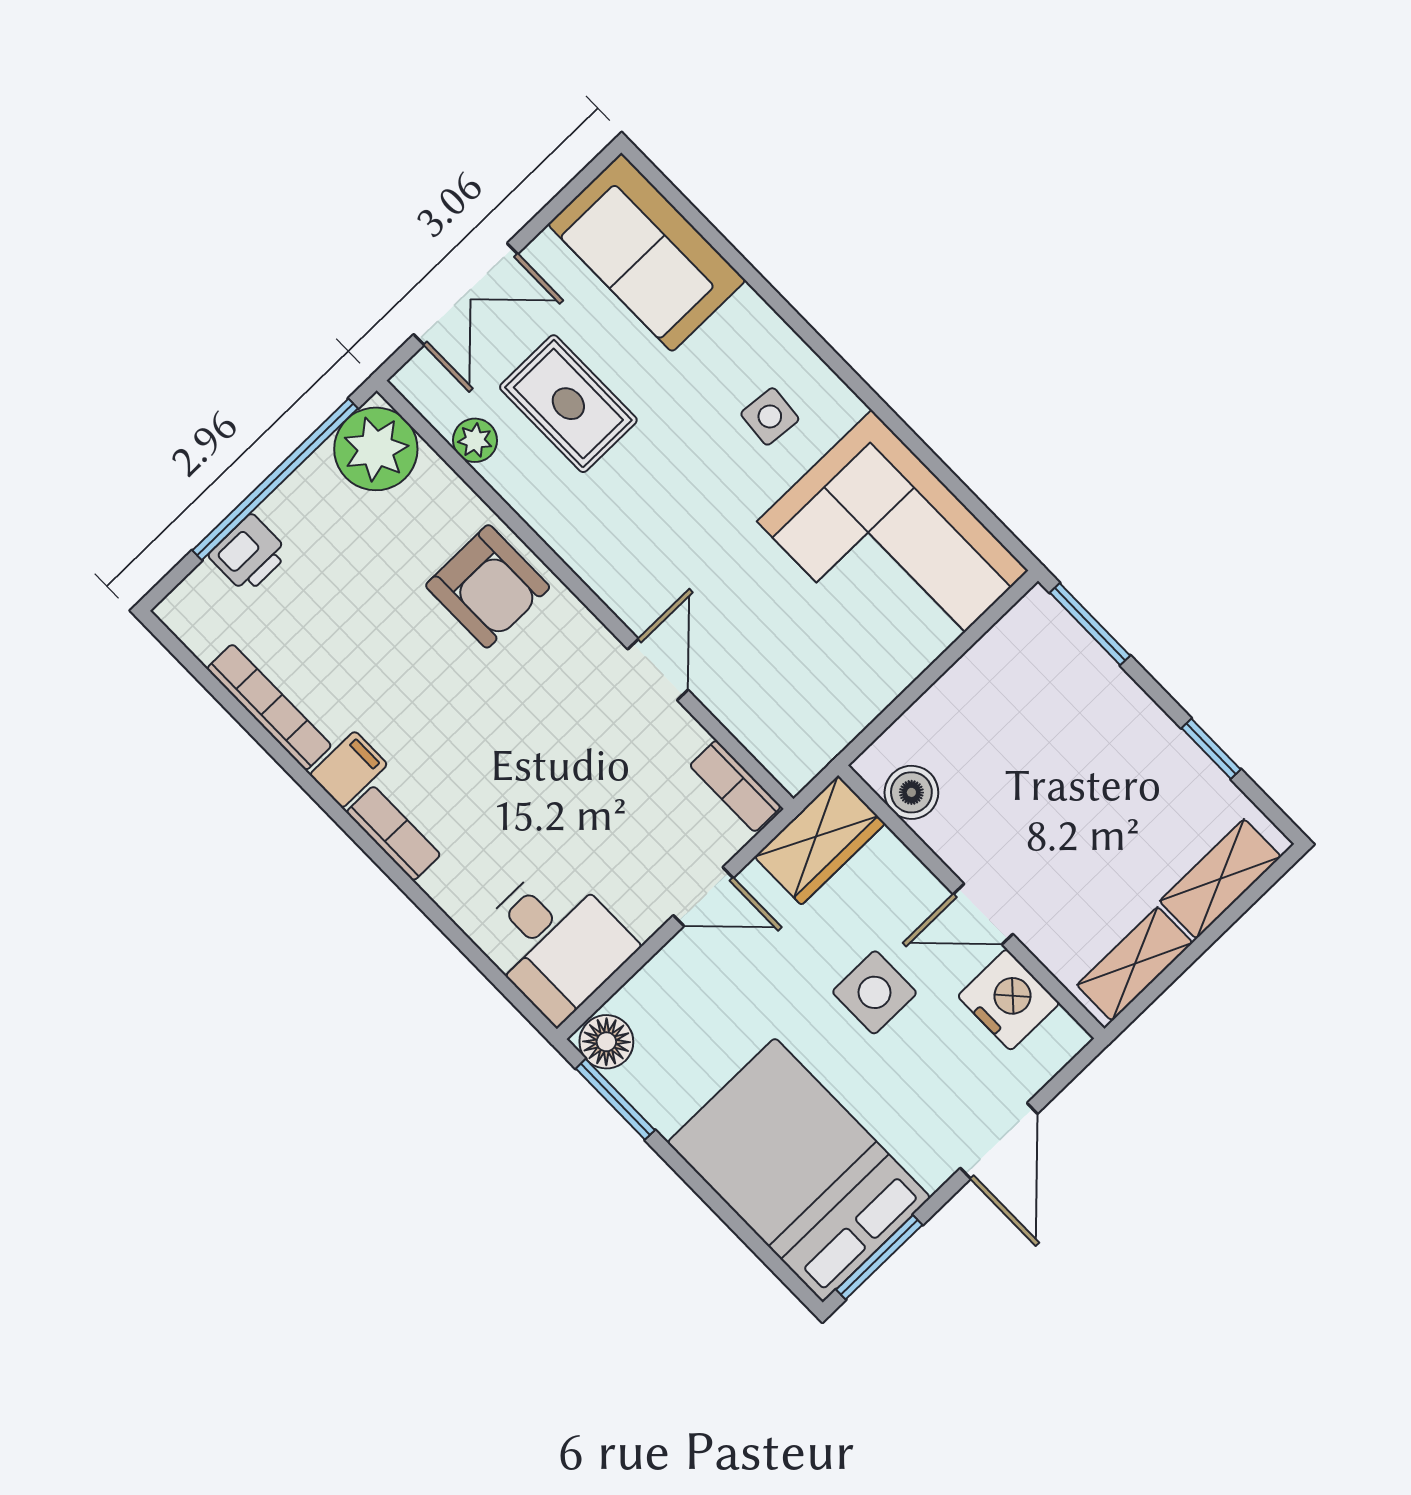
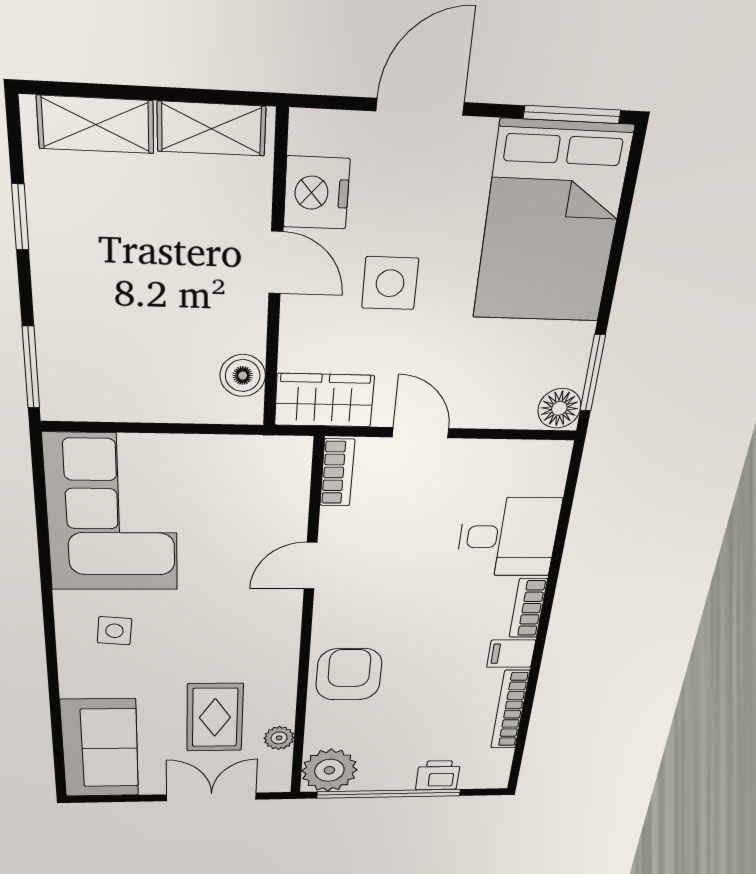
desk: (555, 942) -> (508, 537), moved, turned 90

